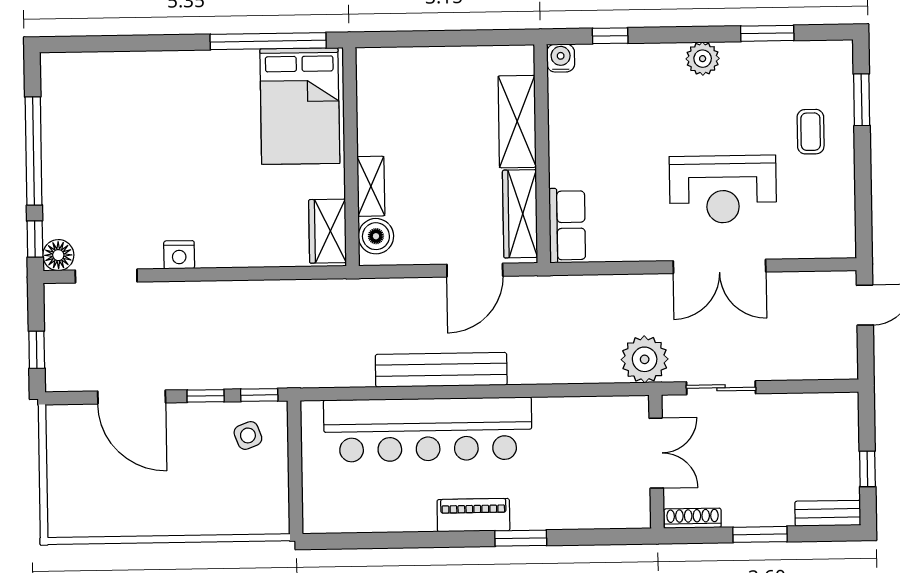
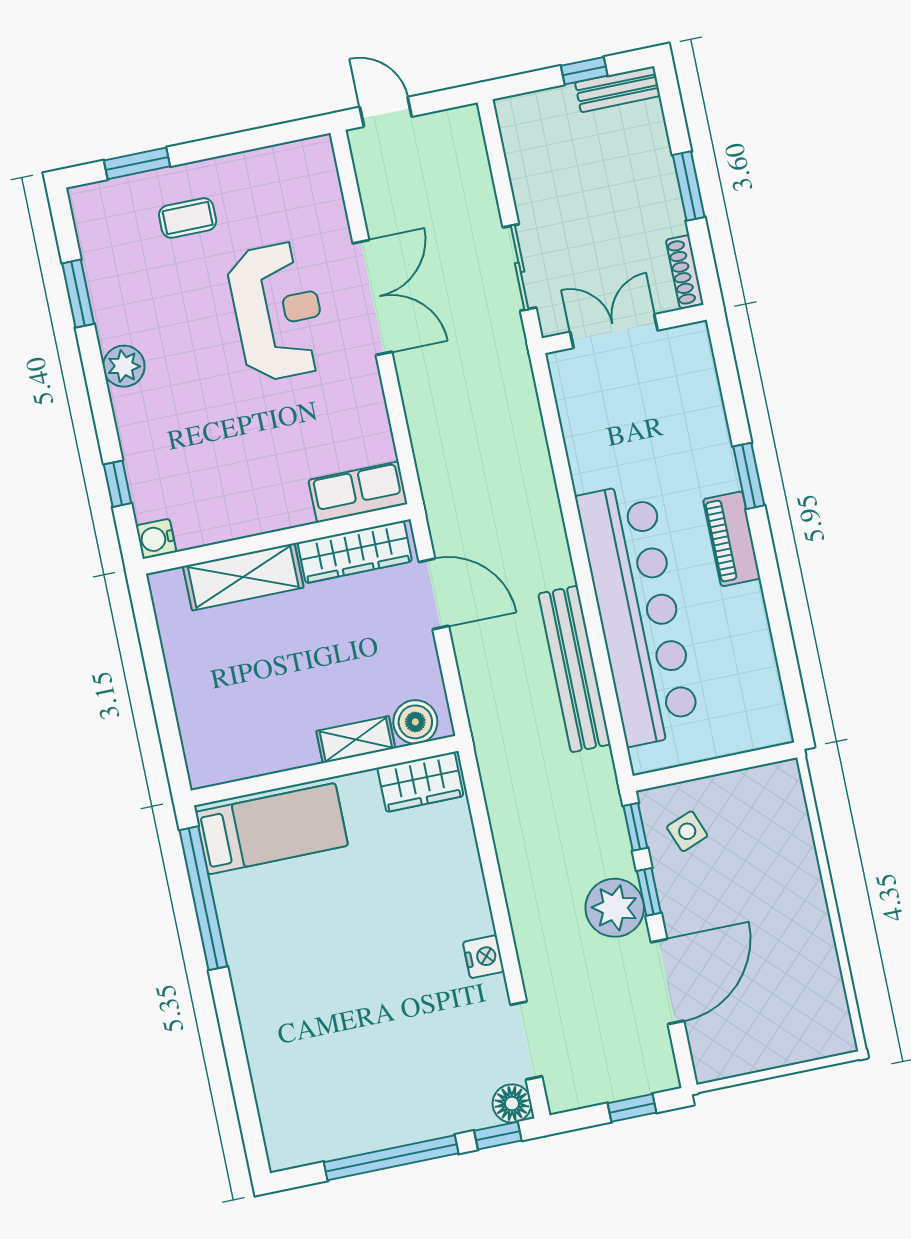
bed: (300, 106) -> (272, 829), width x0.67
plant: (645, 359) -> (615, 908), moved
bench: (441, 370) -> (574, 669), moved
bench: (828, 513) -> (618, 89), moved, turned 90

